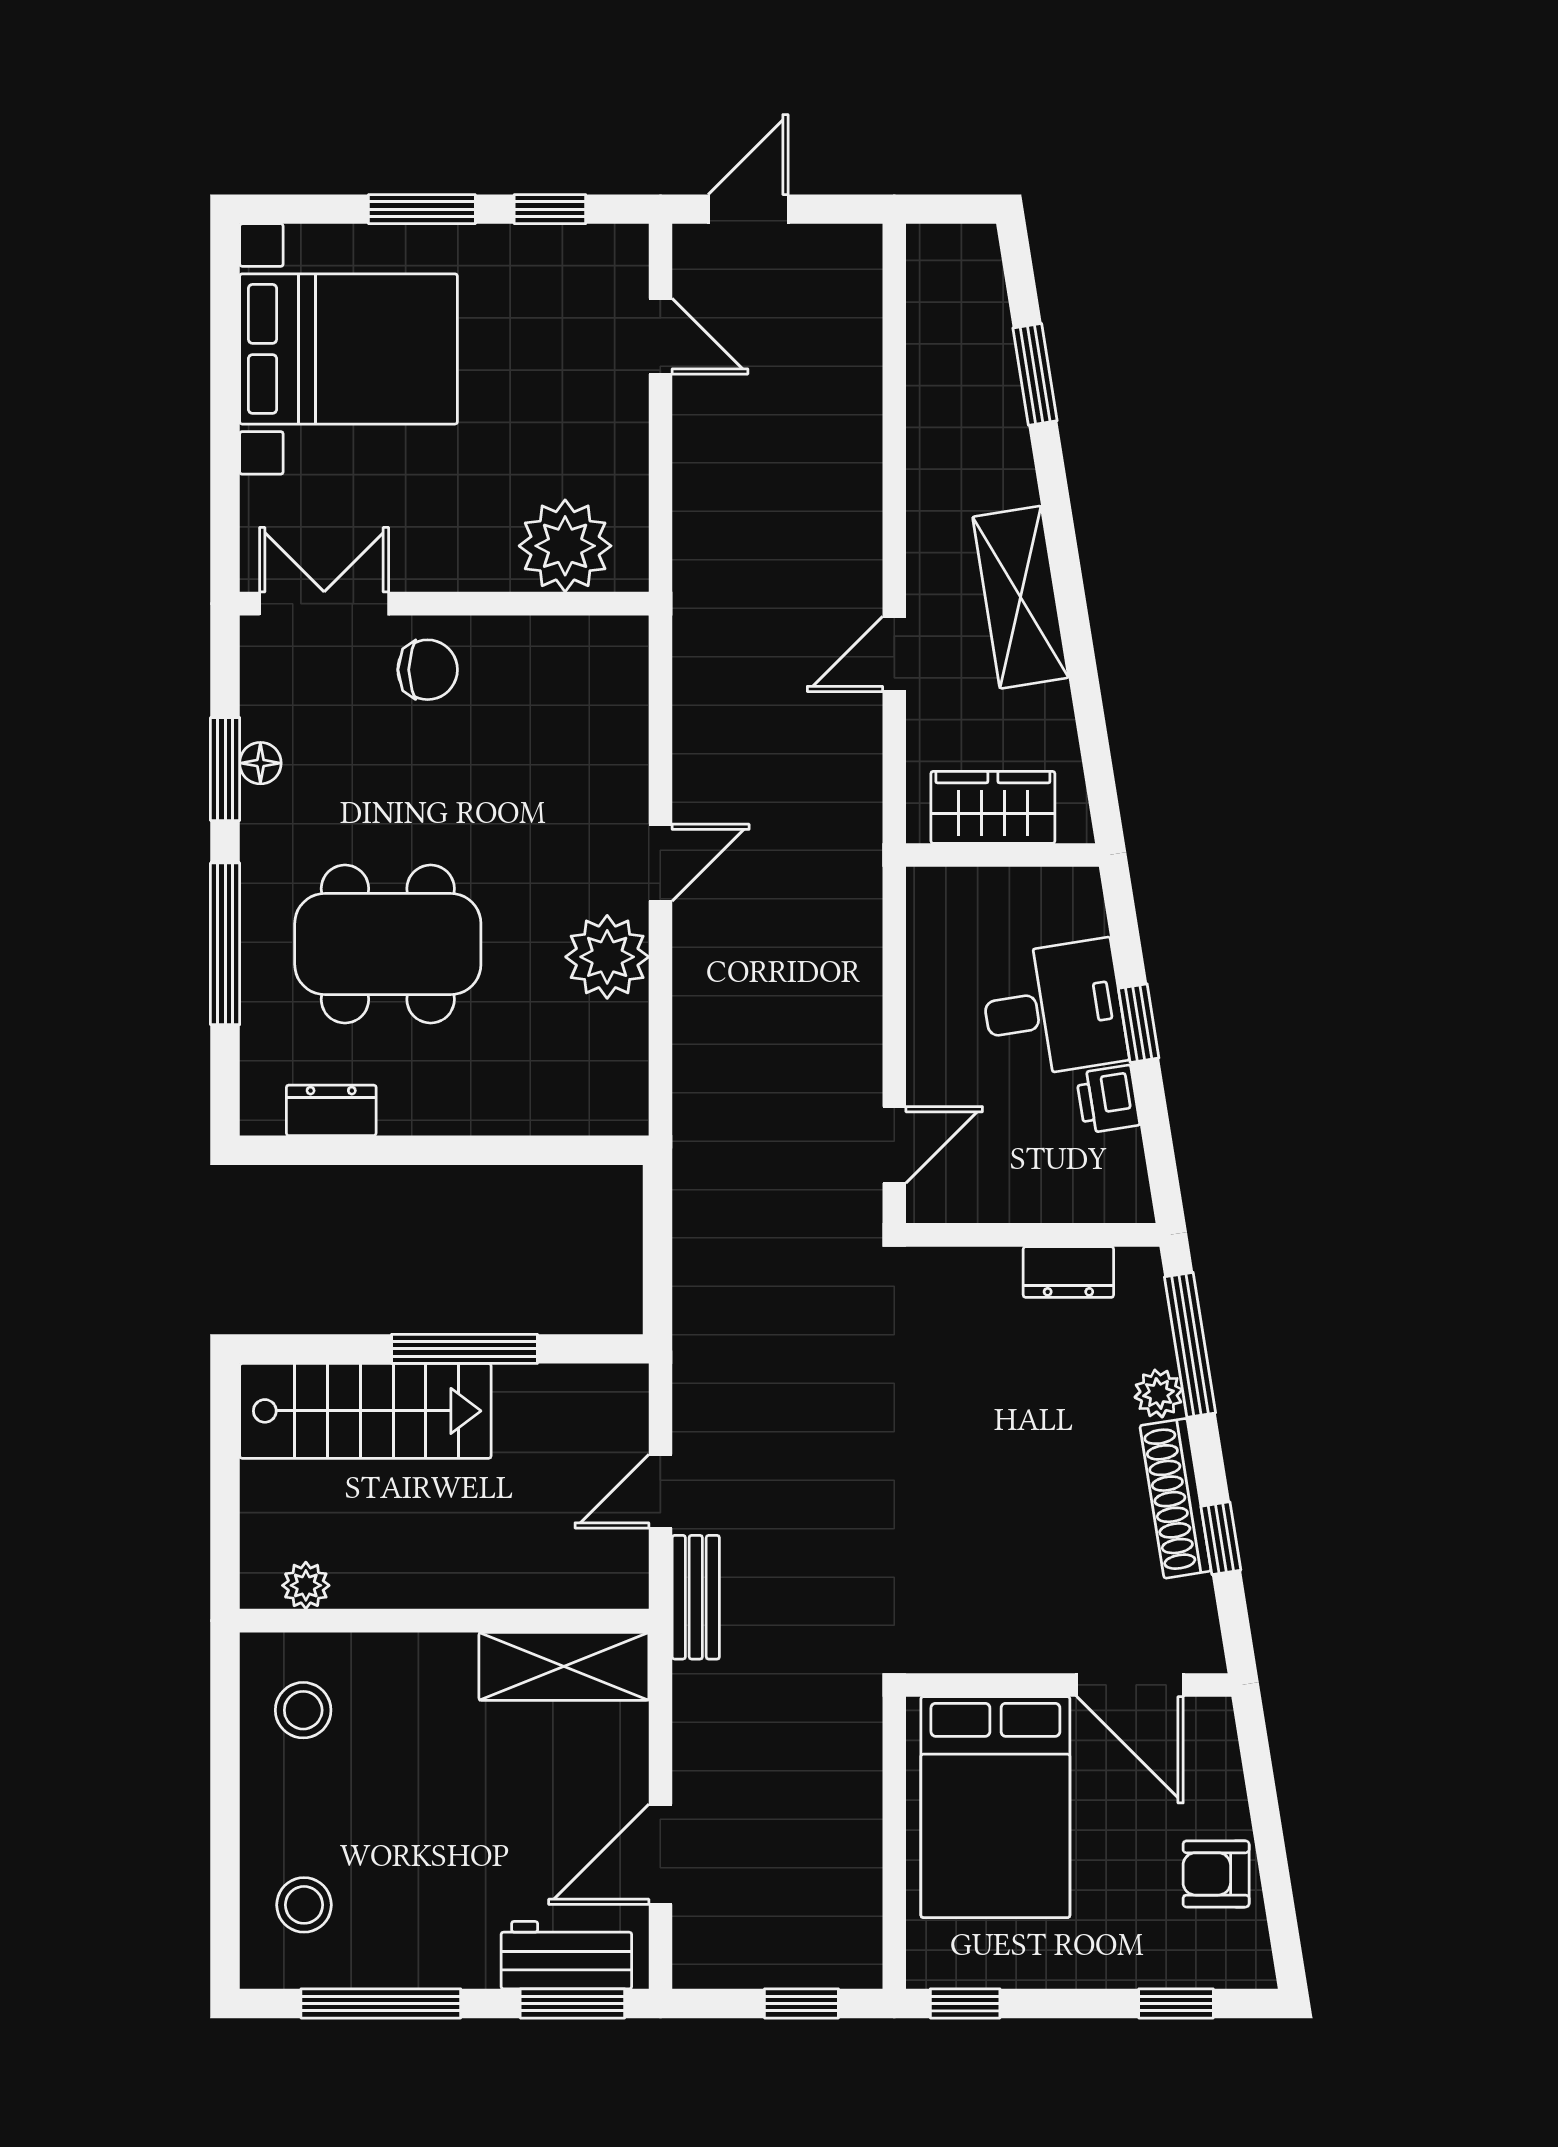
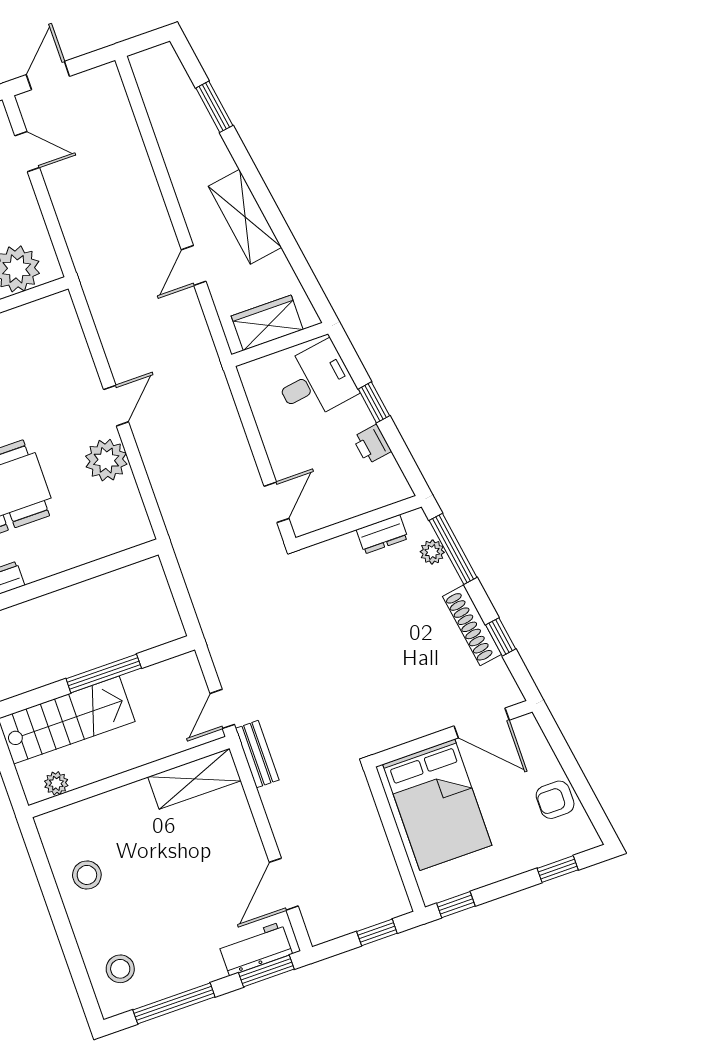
desk: (1053, 1009) -> (315, 381), moved
plant: (1159, 1393) -> (432, 552), moved
plant: (306, 1585) -> (56, 783), moved
wall: (444, 1621) -> (129, 777), moved
shelving: (564, 1666) -> (194, 779), moved

